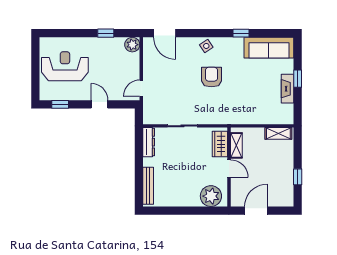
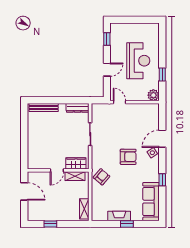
door: (165, 33) -> (162, 139), moved
reception desk: (65, 66) -> (138, 61), moved
armchair: (237, 111) -> (101, 177), added
plant: (211, 196) -> (36, 156), removed

